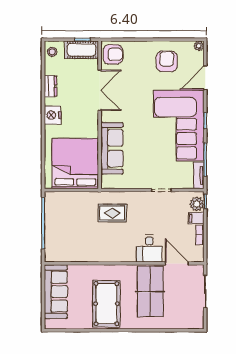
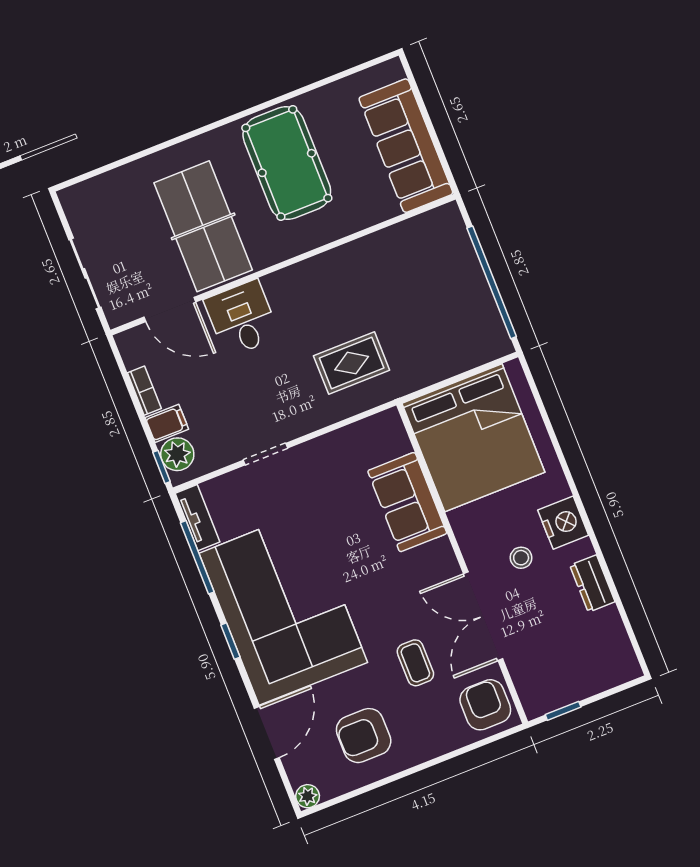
cot: (82, 50) -> (557, 688), removed
stool: (52, 52) -> (521, 558), moved
armchair: (113, 54) -> (485, 705), turned 90
armchair: (167, 61) -> (364, 736), turned 90
coffee table: (134, 82) -> (415, 663), added
sofa: (112, 148) -> (407, 502), width x0.73

